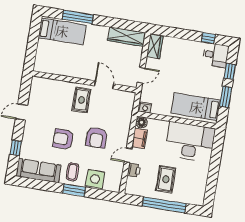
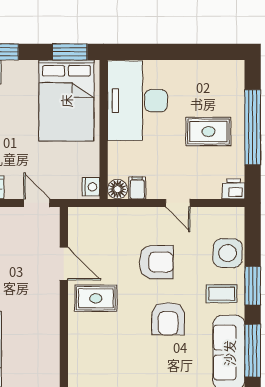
door: (104, 85) -> (64, 264), swing flipped
window: (226, 97) -> (70, 52), moved
bed: (196, 107) -> (66, 101), width x1.50
filing cabinet: (140, 138) -> (137, 188), width x0.50
printer: (134, 170) -> (234, 189), moved
window: (37, 184) -> (253, 351), added

